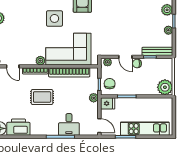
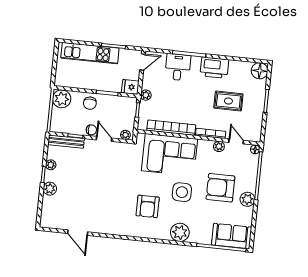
armchair: (22, 26) -> (220, 188), added
plant: (40, 61) -> (219, 146), moved
chair: (110, 84) -> (90, 103), moved
rug: (42, 97) -> (228, 101), moved
door: (99, 126) -> (142, 62), swing flipped
printer: (18, 127) -> (214, 68), moved

